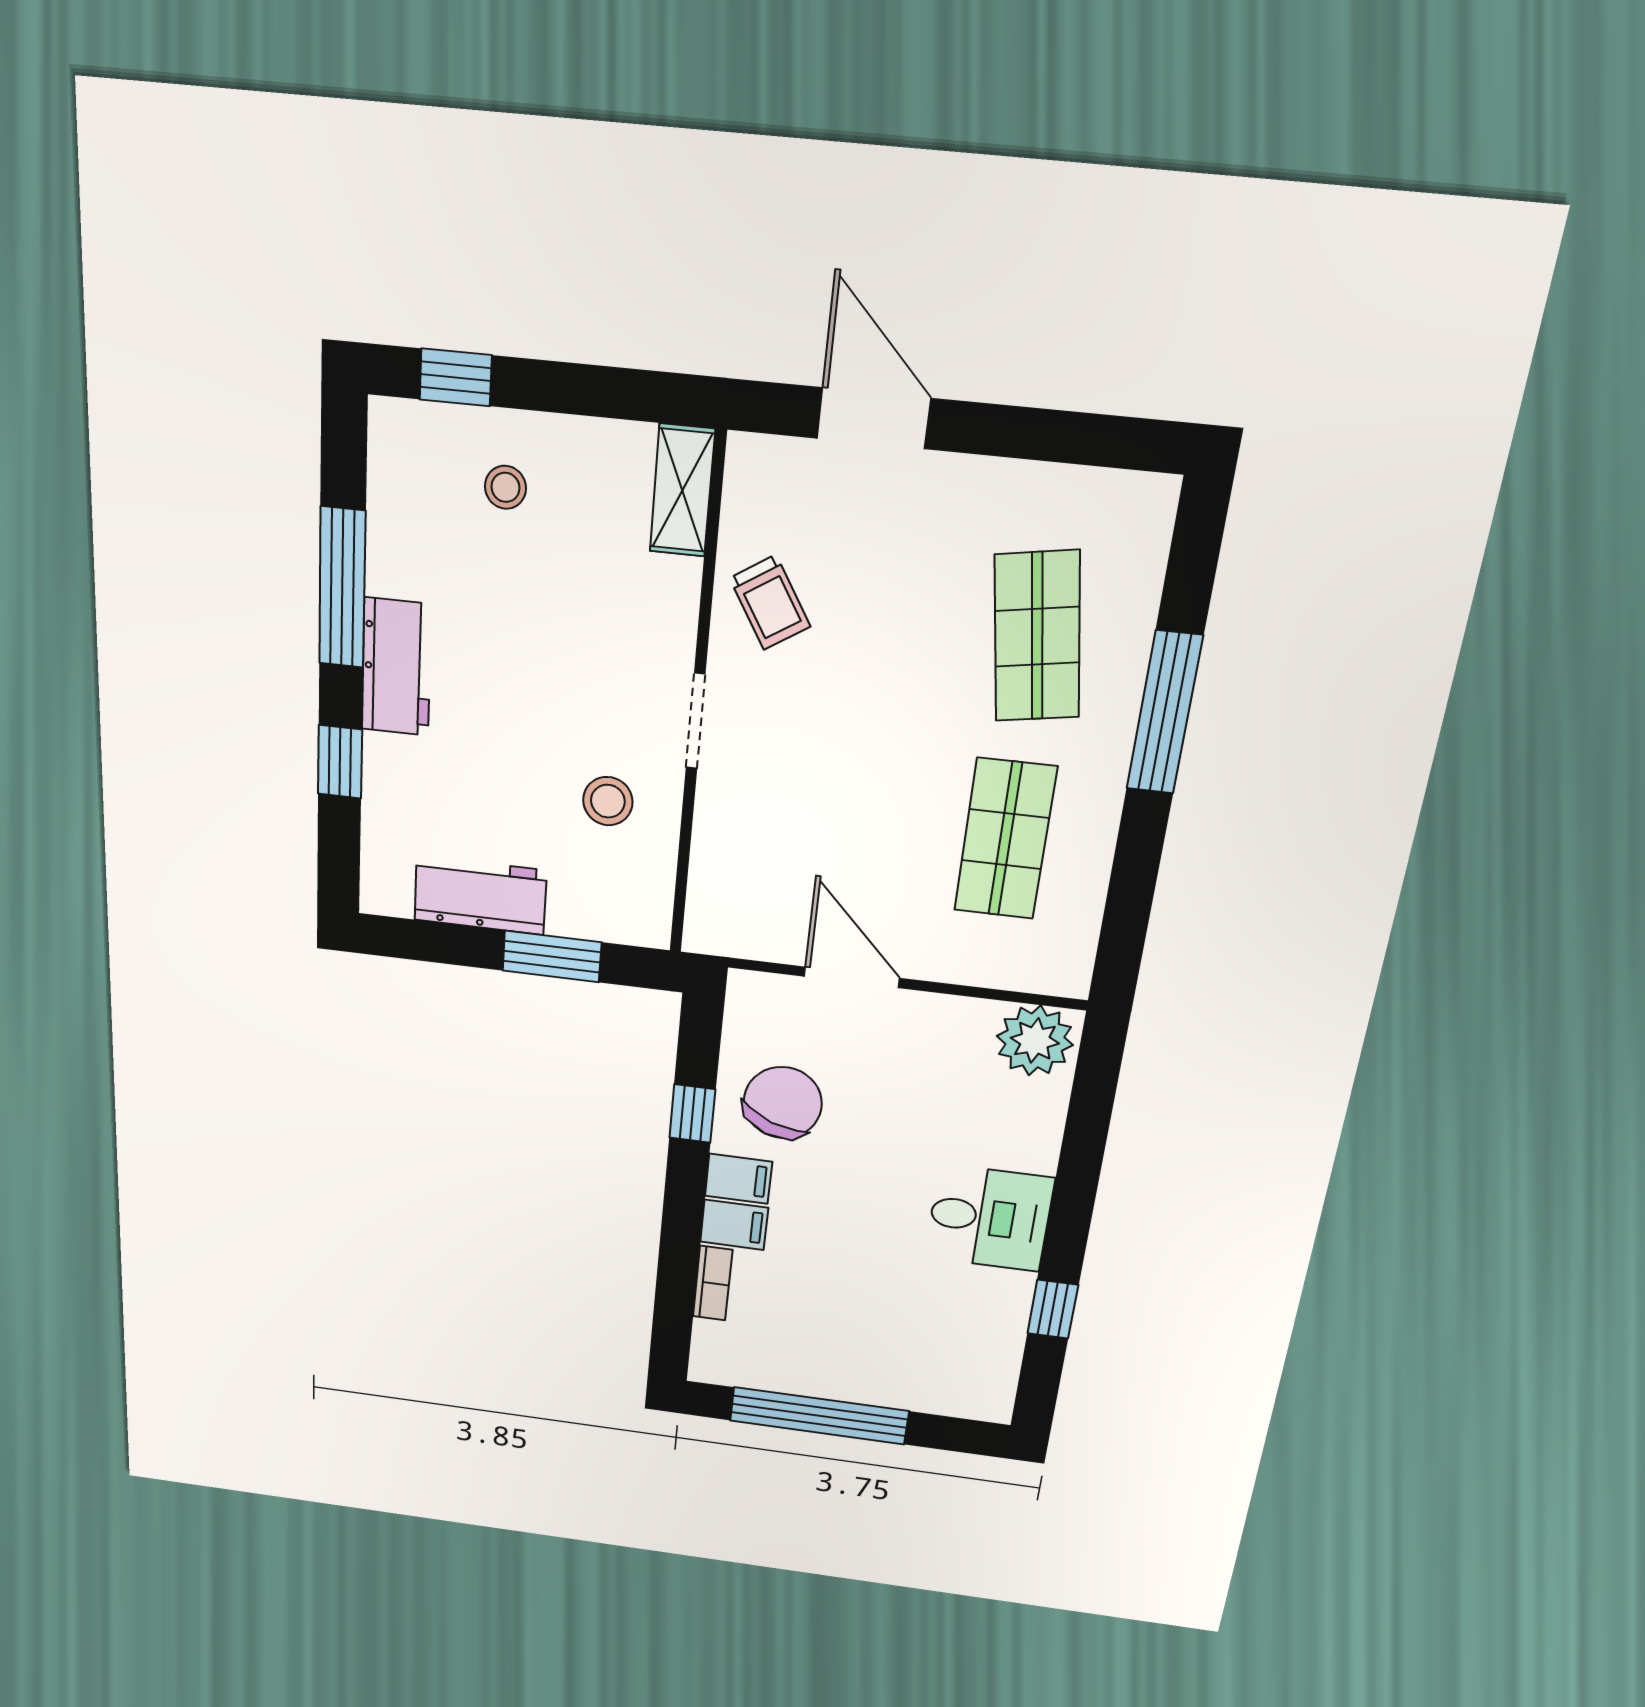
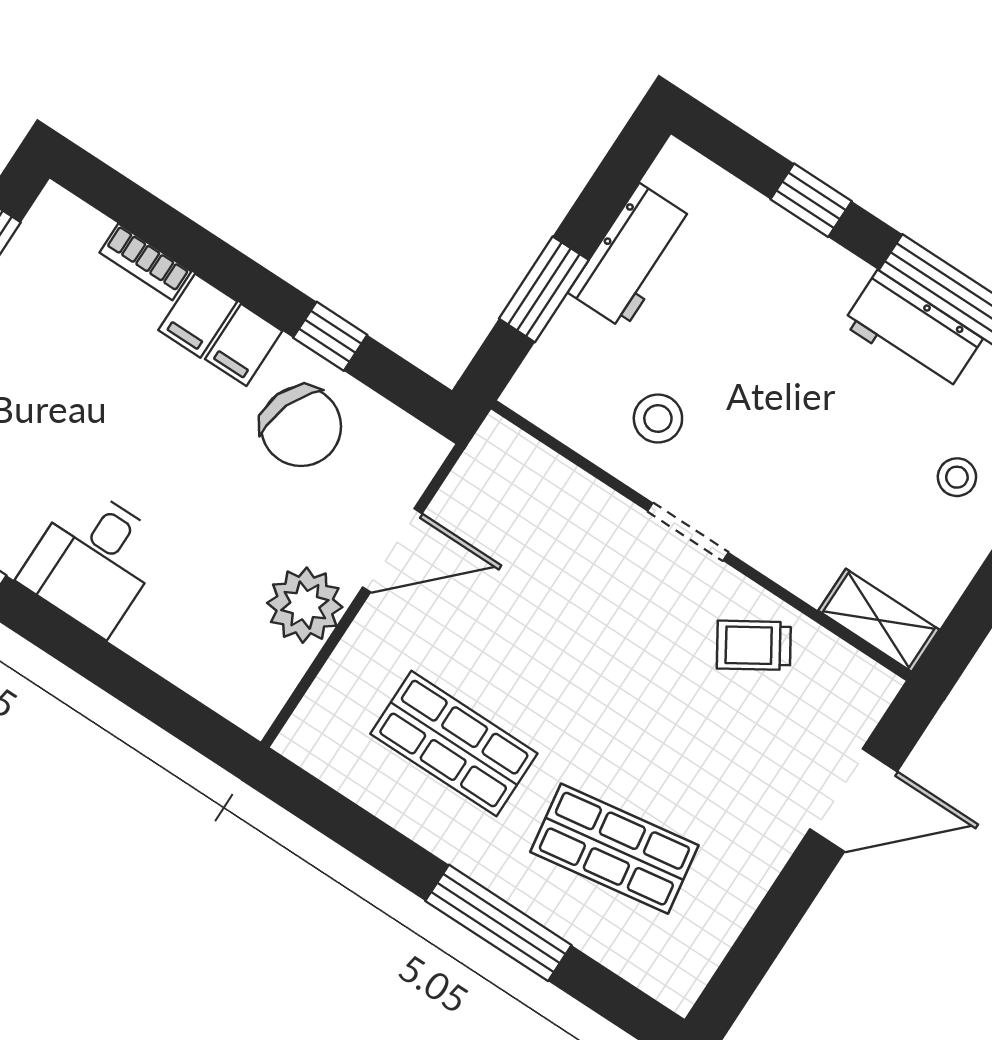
workbench: (396, 667) -> (913, 331), moved
plant: (1035, 1041) -> (305, 605), moved

